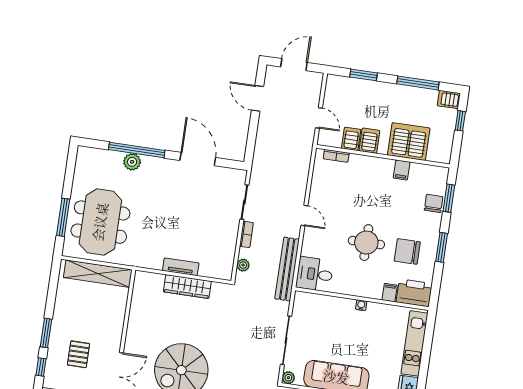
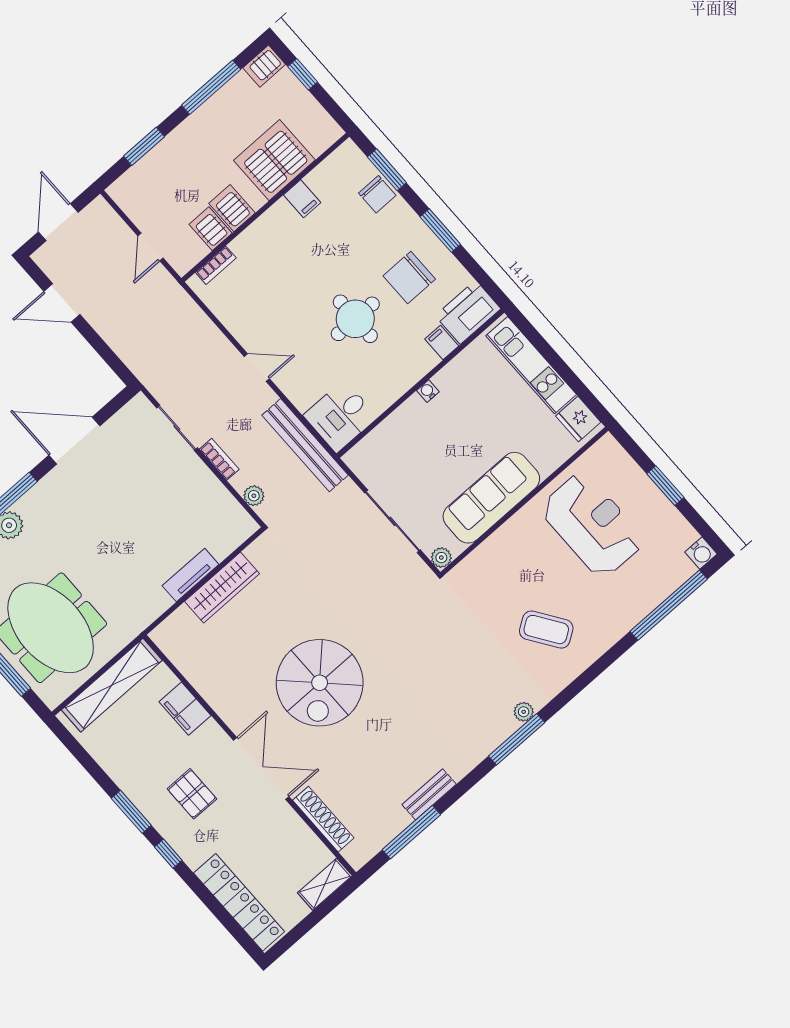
door: (319, 118) -> (151, 247), swing flipped
chair: (434, 203) -> (377, 194), turned 180
filing cabinet: (116, 317) -> (185, 709), added

